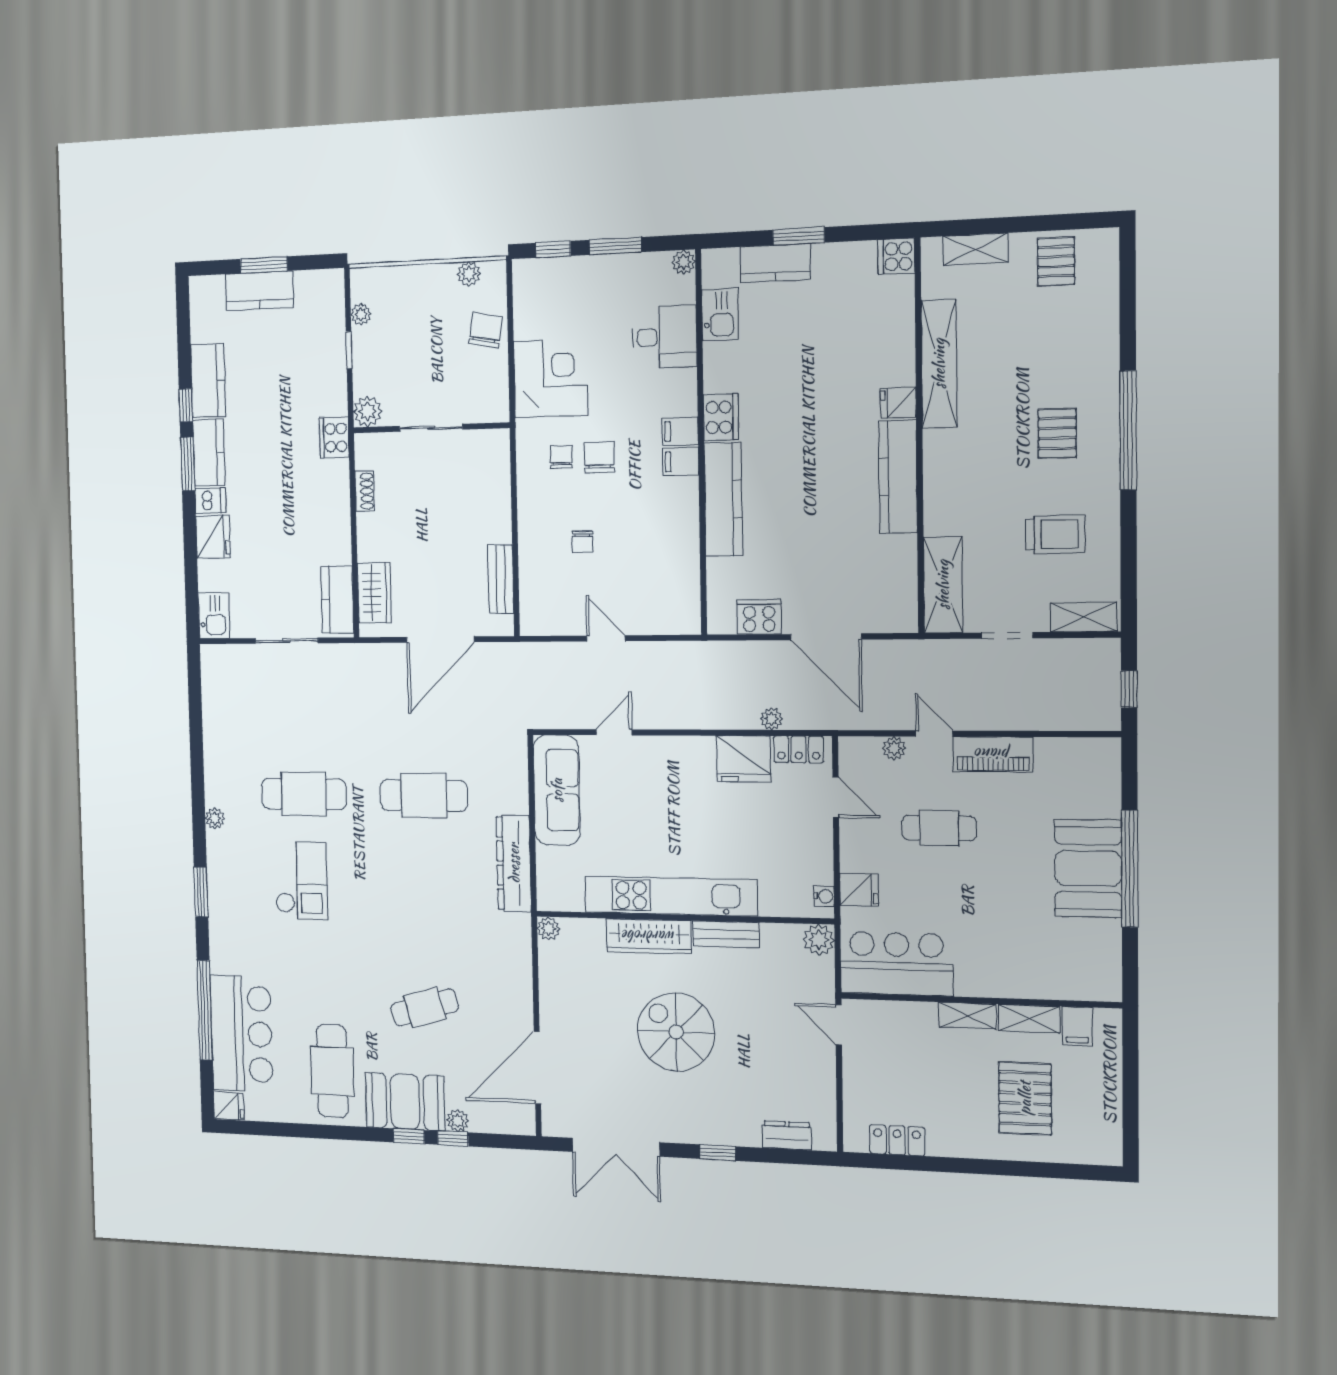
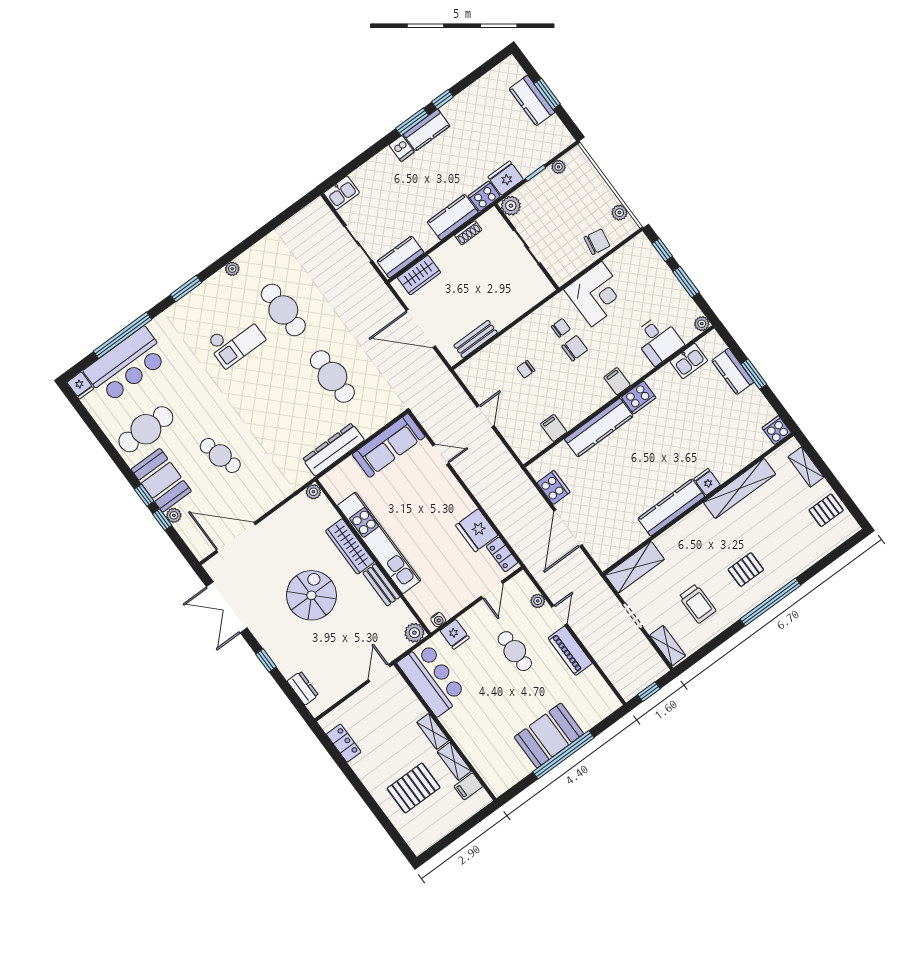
kitchen counter: (208, 381) -> (453, 217), moved, turned 180
filing cabinet: (681, 461) -> (554, 428), moved
fridge: (213, 537) -> (506, 178), moved, turned 180
plant: (771, 719) -> (507, 530), removed

